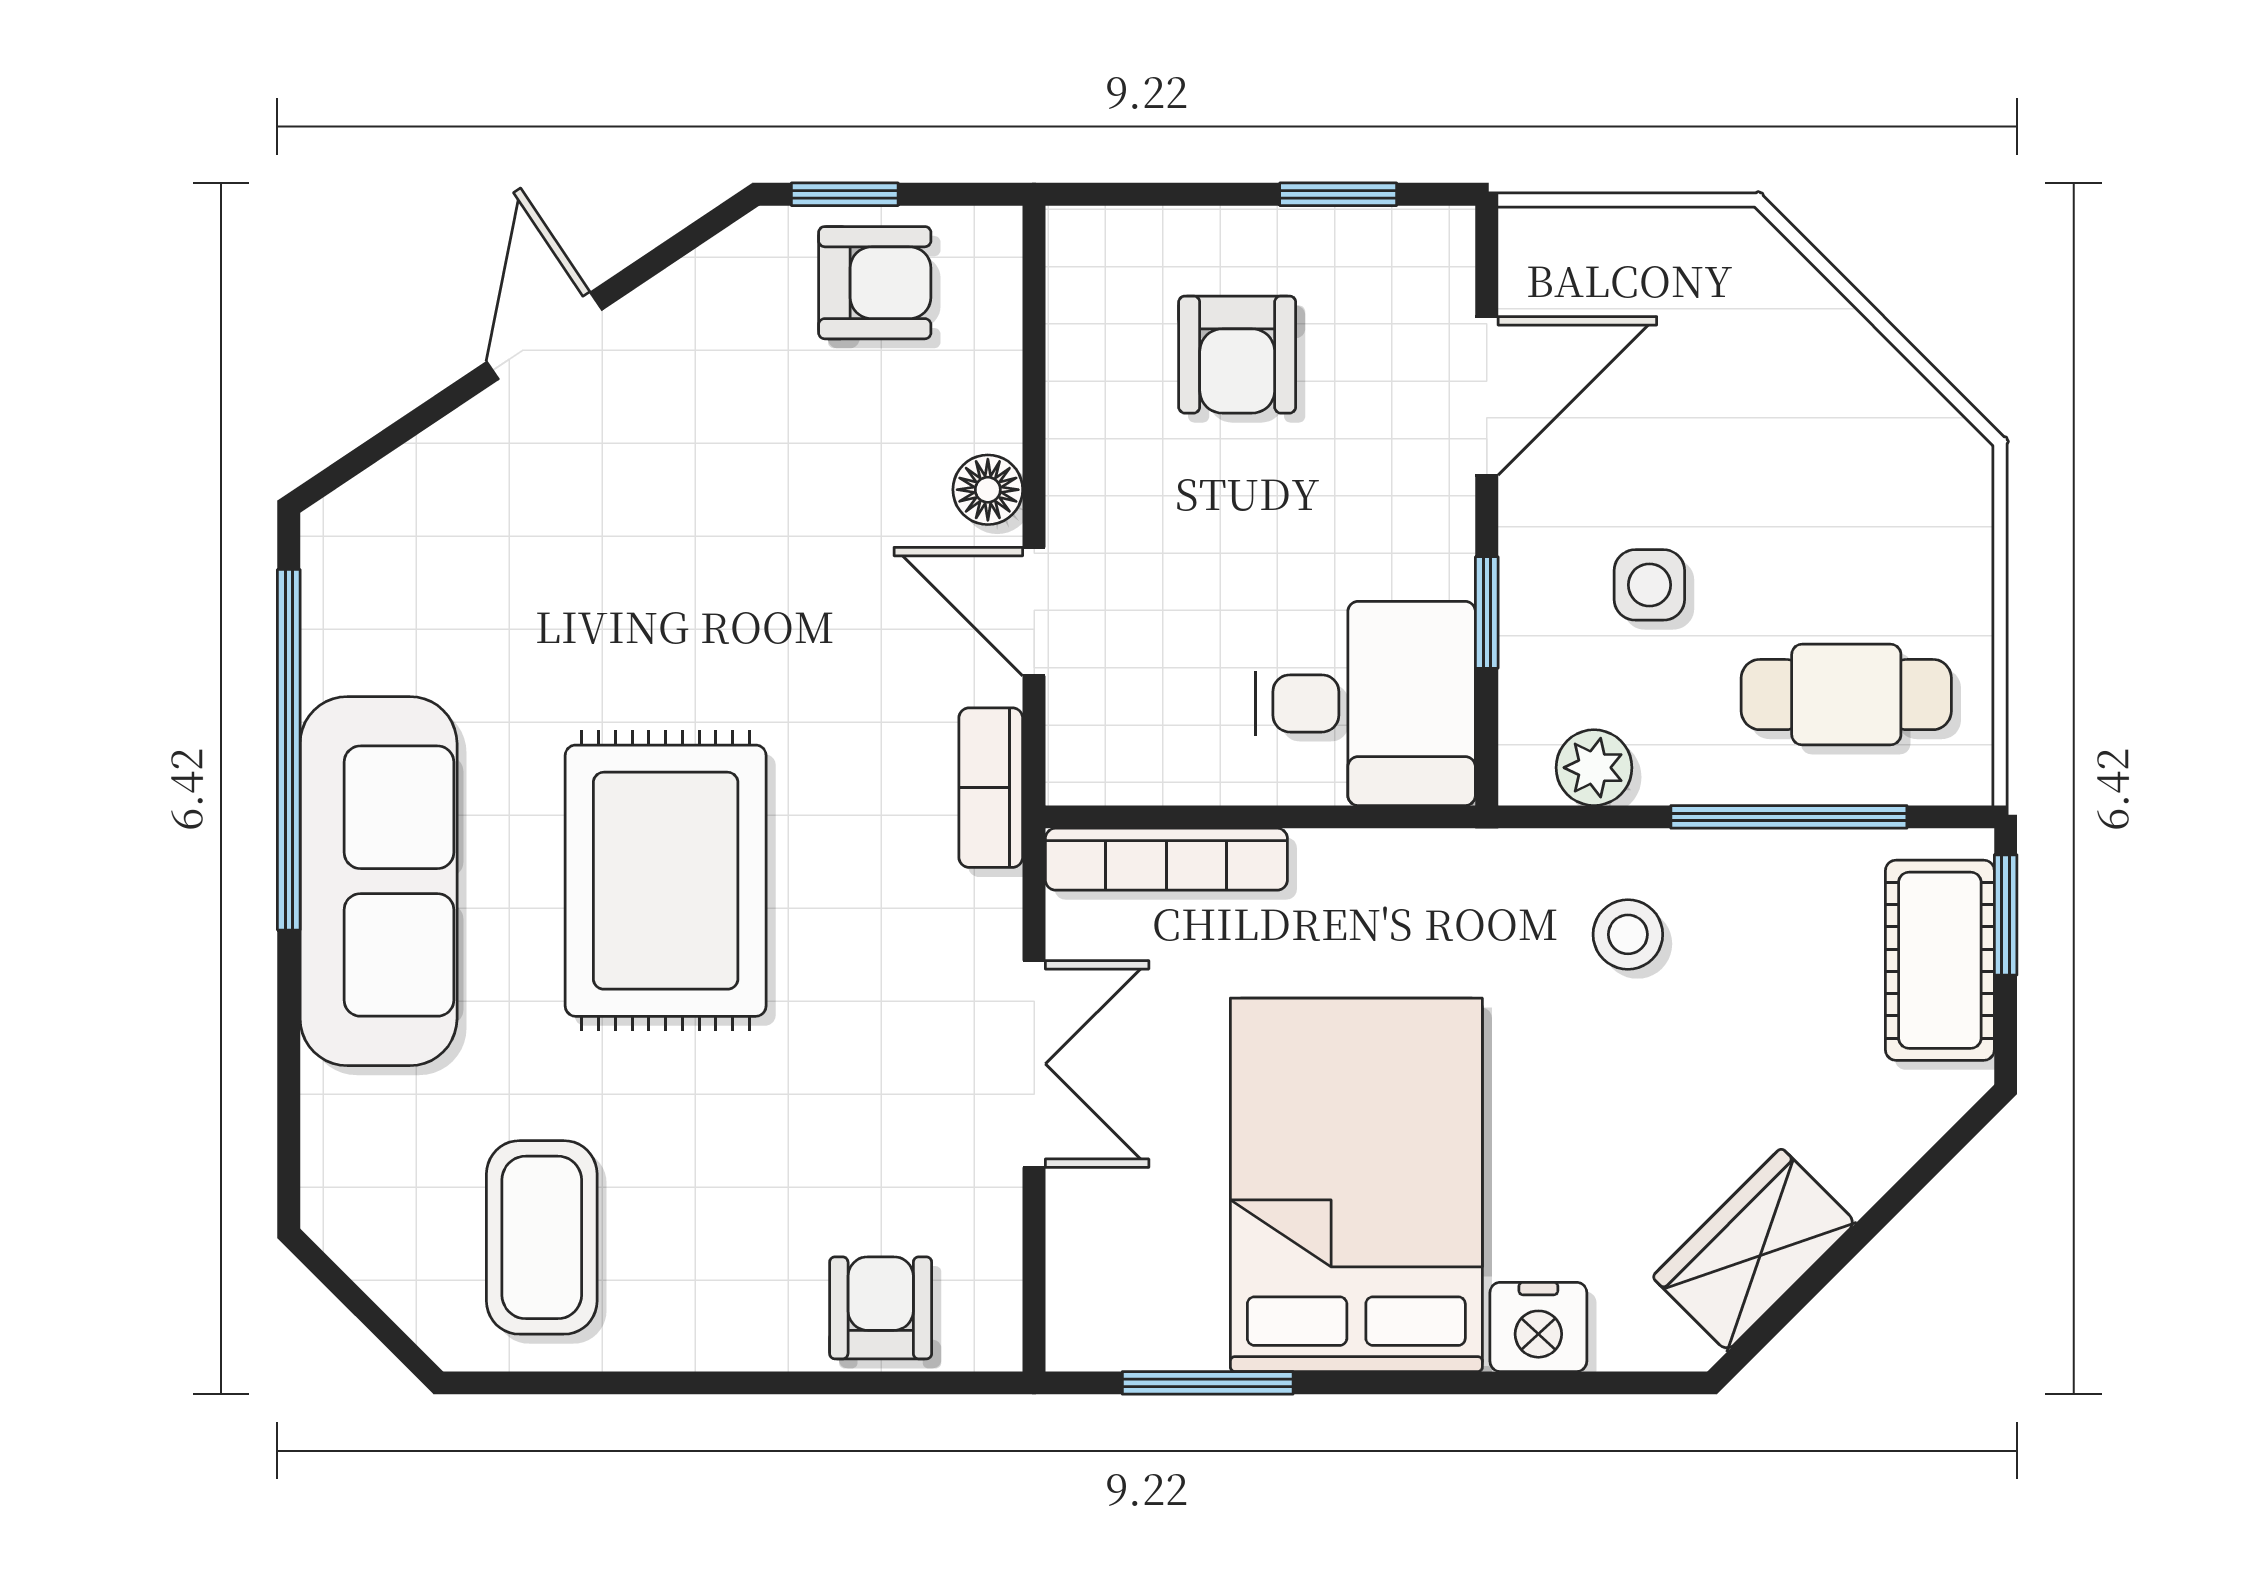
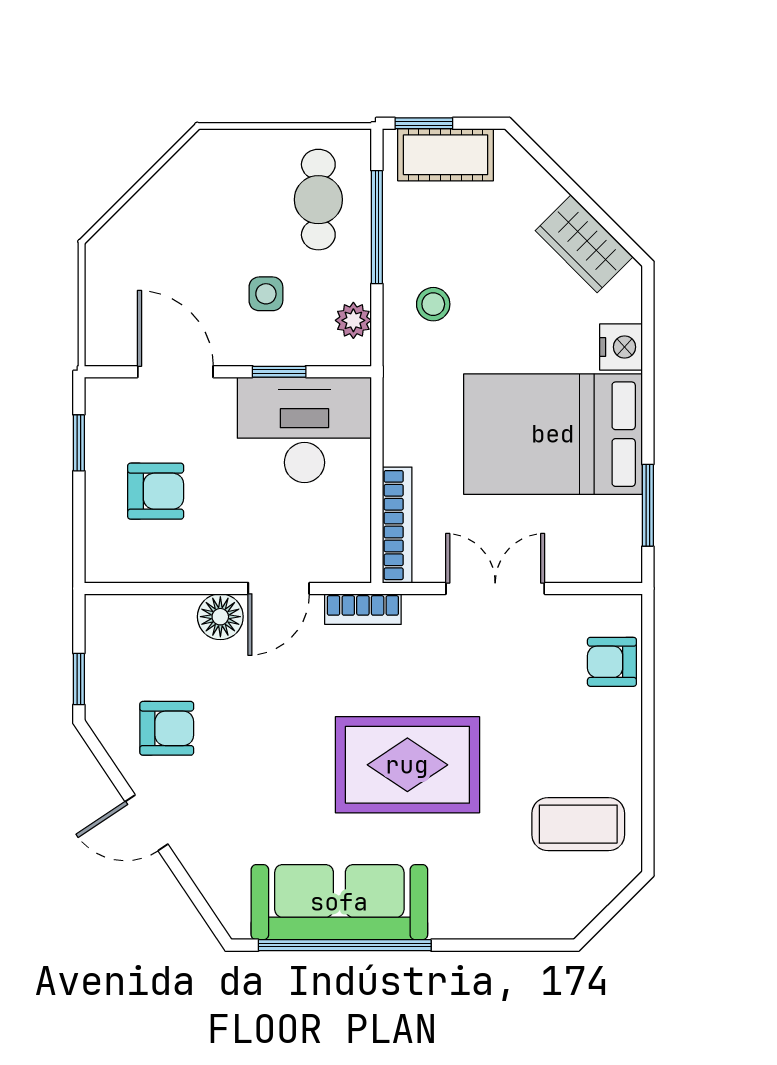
armchair: (875, 283) -> (167, 728), moved, turned 90
floor lamp: (988, 490) -> (220, 617), width x1.37, depth x1.37
desk: (1365, 703) -> (304, 430), width x1.37
sofa: (379, 881) -> (339, 902), moved

